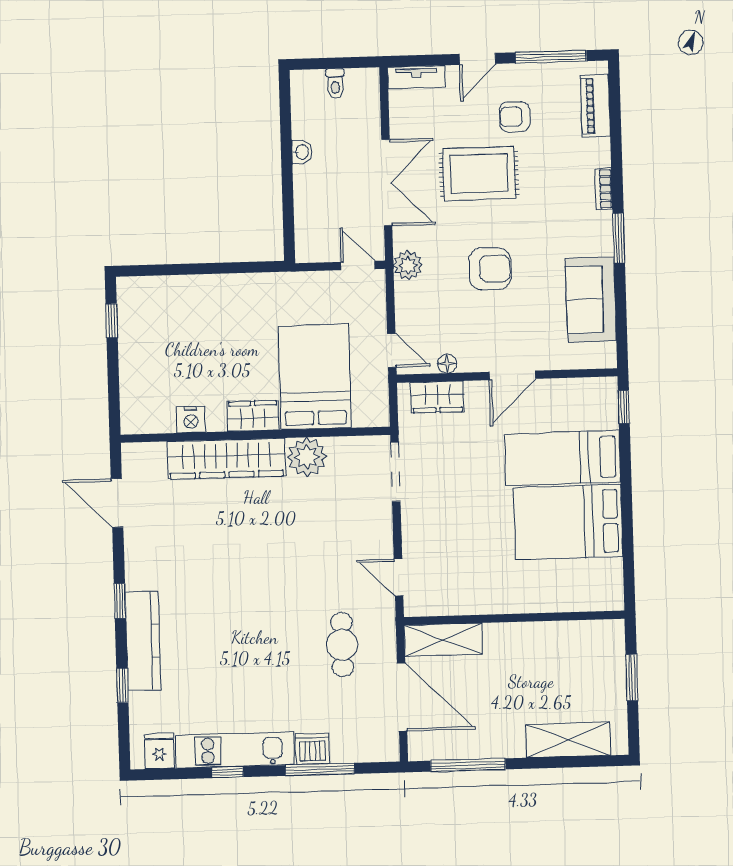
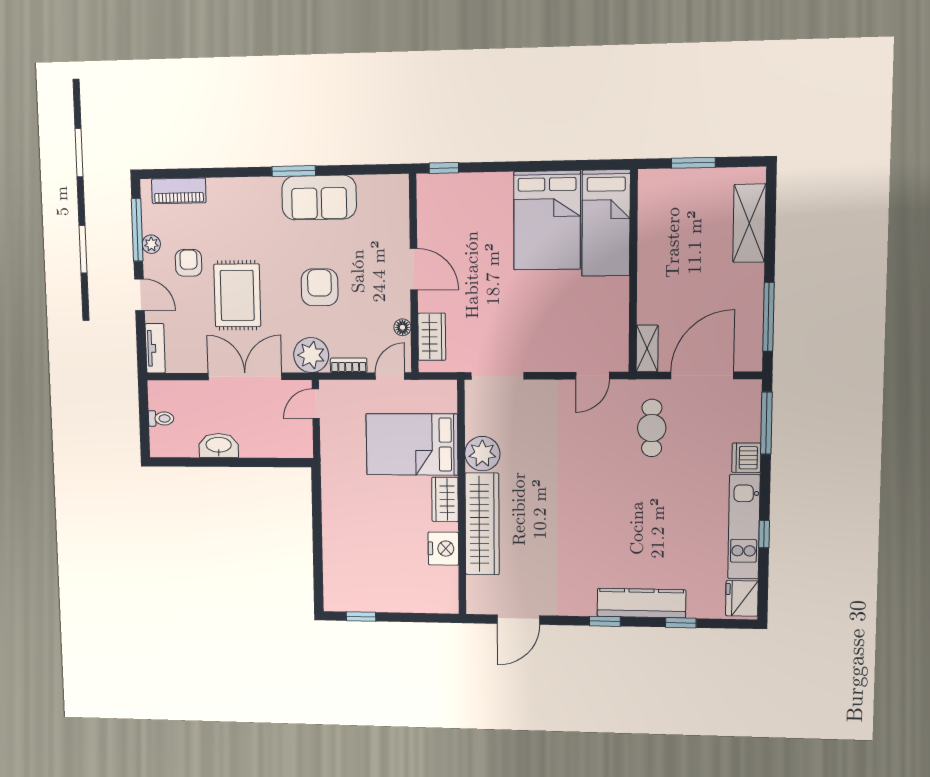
plant: (535, 73) -> (151, 244), added
armchair: (515, 117) -> (189, 263), turned 180
washbasin: (302, 152) -> (219, 445), width x1.91, depth x1.45
bookcase: (604, 189) -> (349, 365), moved, turned 180
plant: (408, 265) -> (311, 355), width x1.36, depth x1.36
sofa: (591, 300) -> (319, 198), moved
nightstand: (191, 420) -> (443, 549), width x1.36, depth x1.33
bed: (562, 458) -> (606, 223), moved
shelving: (443, 640) -> (647, 348), width x0.67, depth x0.75
cafe table: (342, 645) -> (652, 428), turned 90
fridge: (159, 751) -> (742, 598), width x1.38
window: (320, 769) -> (766, 423), moved

